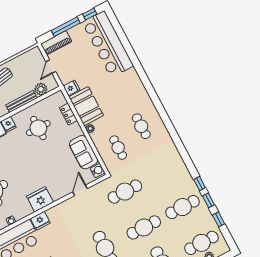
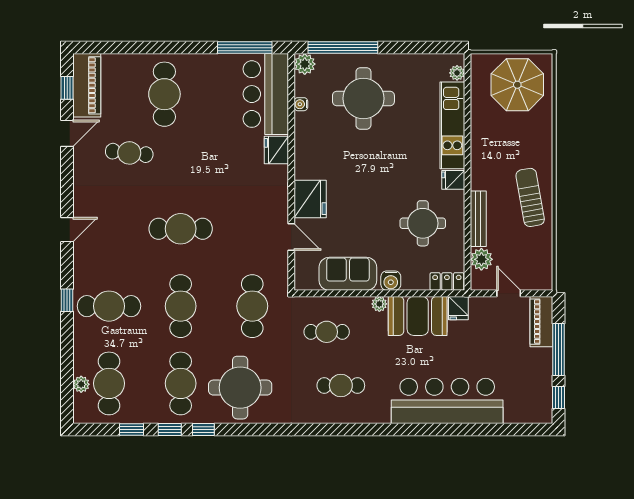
bar counter: (108, 44) -> (447, 401), moved
locker: (68, 114) -> (447, 282), moved
water cooler: (97, 170) -> (391, 281), moved
round table: (169, 176) -> (240, 388), added
fridge: (40, 199) -> (310, 199), moved

